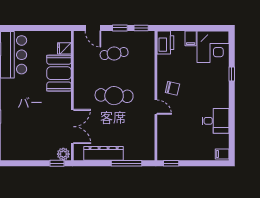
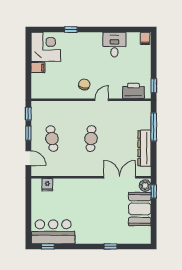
door: (93, 28) -> (28, 158), hinge flipped
printer: (165, 43) -> (133, 91), moved
booth: (59, 73) -> (140, 209), moved, turned 90
cafe table: (114, 96) -> (91, 139), width x0.73, depth x0.74

